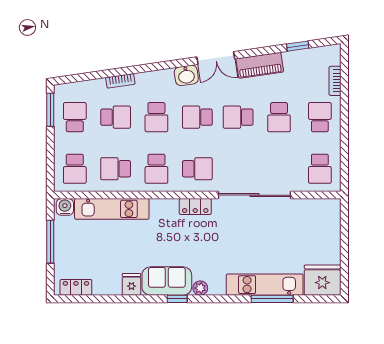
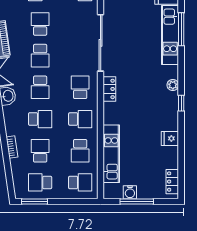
school desk: (279, 117) -> (40, 24), turned -90
water cooler: (65, 207) -> (130, 192), moved, turned -90
sofa: (167, 281) -> (167, 111), removed

